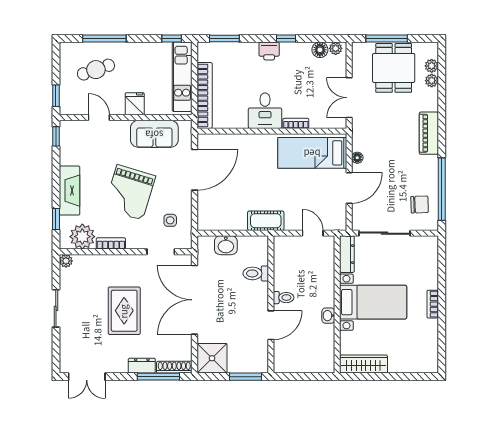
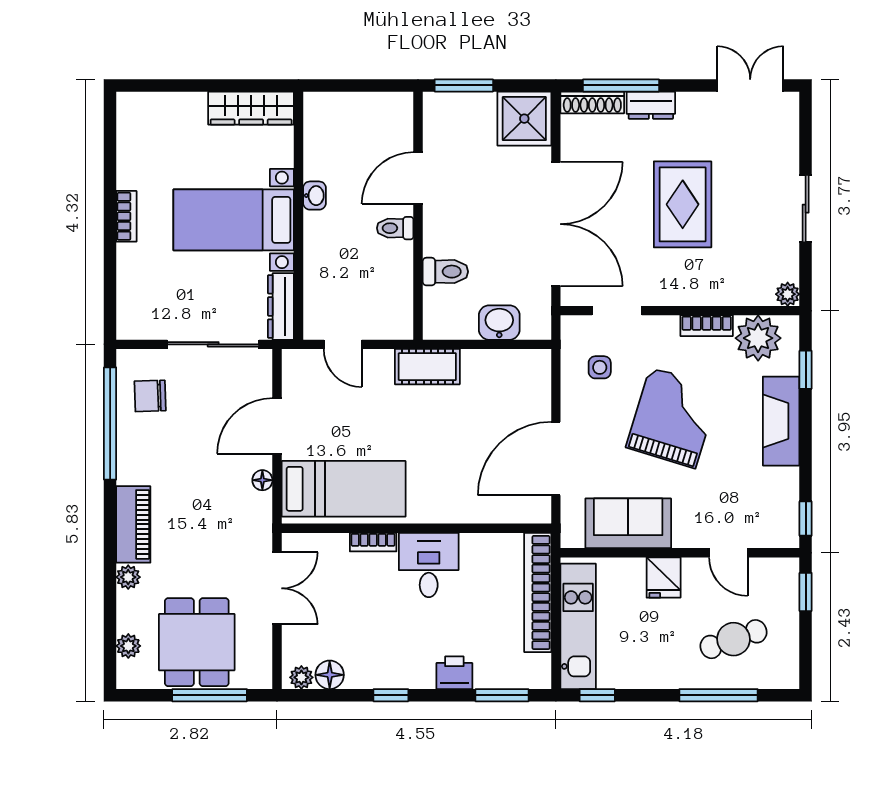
printer: (269, 51) -> (454, 673), moved
plant: (432, 81) -> (128, 577), moved

